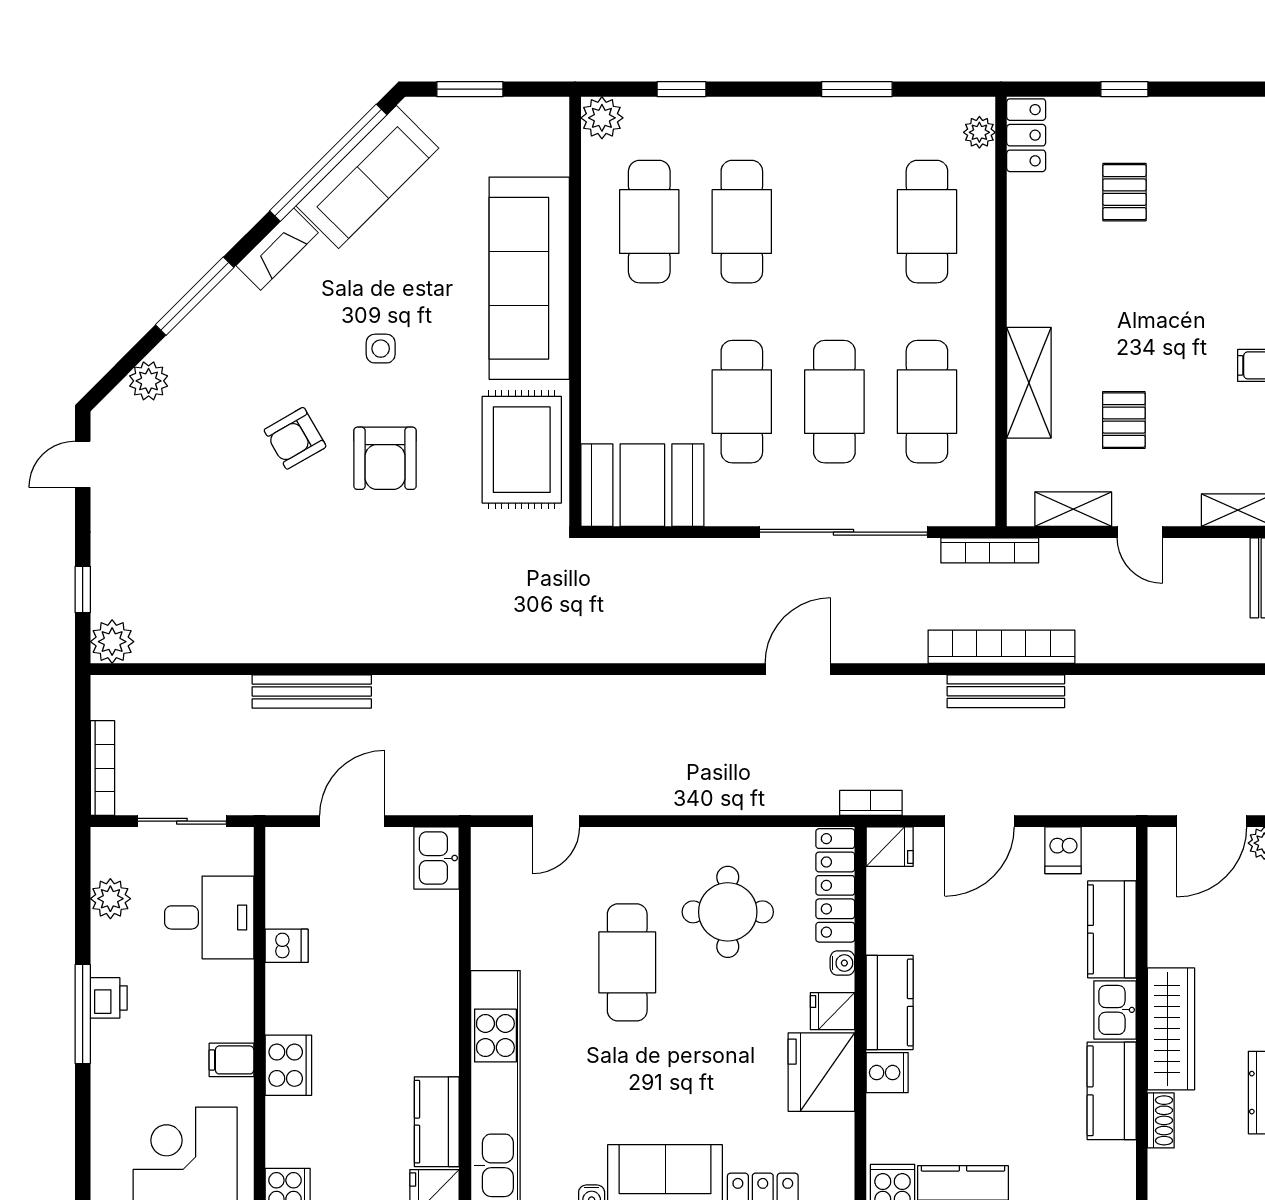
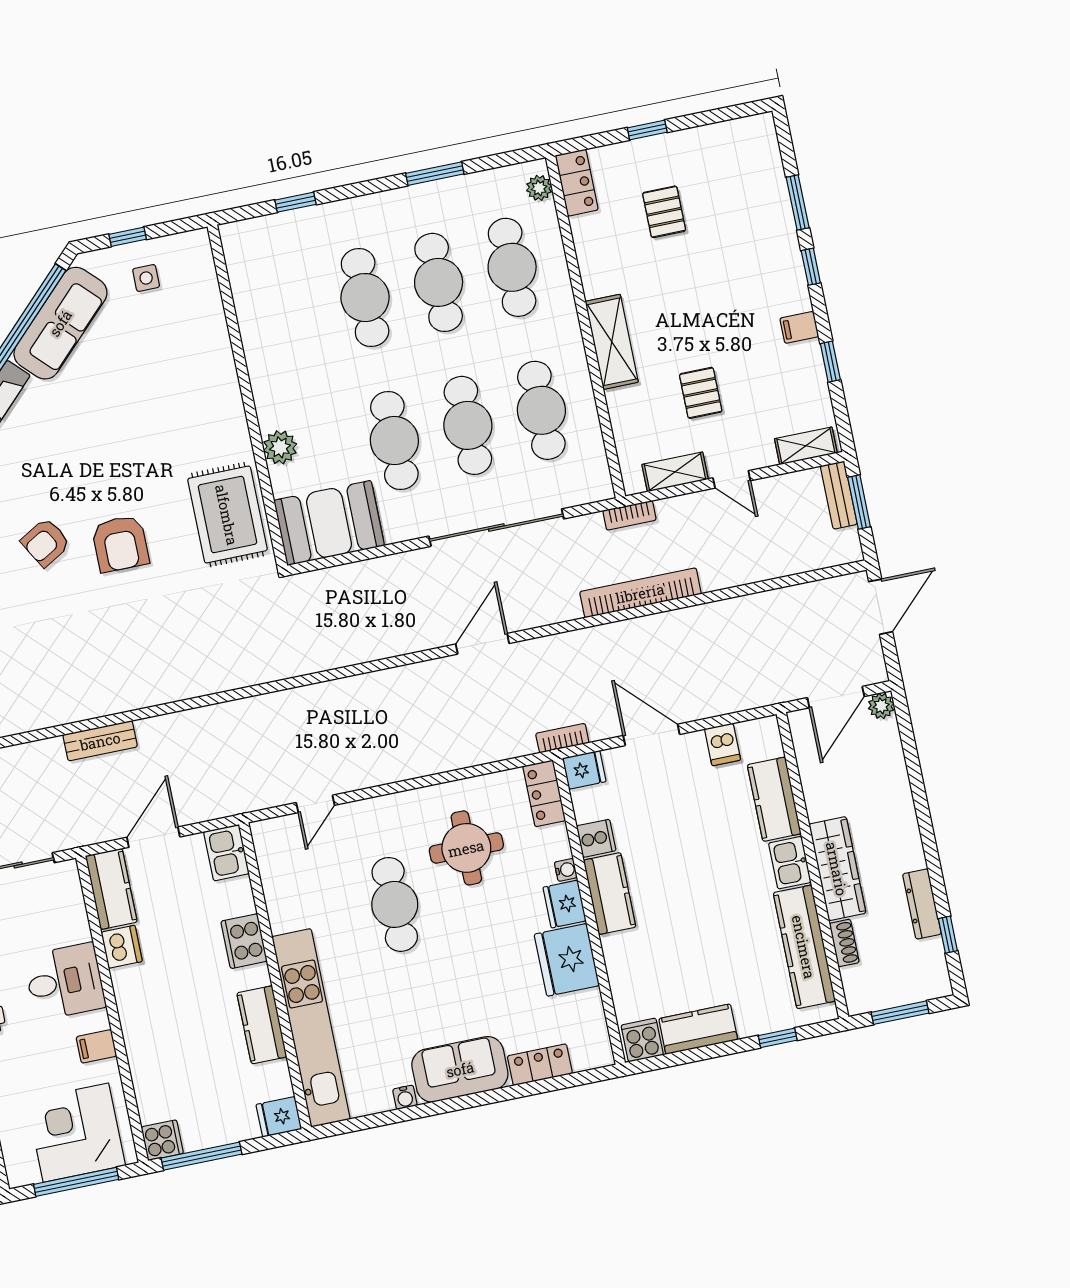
window: (470, 89) -> (128, 237), width x0.67
plant: (602, 118) -> (280, 447), moved
cafe table: (649, 222) -> (439, 282), moved
sofa: (529, 278) -> (205, 377), removed
side table: (381, 349) -> (146, 278), moved
shelving: (1029, 383) -> (612, 342), moved
bookcase: (990, 550) -> (630, 515), width x0.64
bench: (312, 691) -> (100, 741), width x0.73
bench: (1006, 691) -> (651, 627), removed
door: (979, 821) -> (651, 735), swing flipped
kitchen counter: (288, 873) -> (111, 889), added
locker: (835, 885) -> (544, 793), width x0.66
desk: (209, 917) -> (65, 981), moved
dishwasher: (287, 946) -> (122, 947), width x1.38
fridge: (832, 1011) -> (565, 904), width x1.38
cooker: (288, 1065) -> (244, 941), moved, turned 180
cooker: (887, 1073) -> (596, 838), moved
kitchen counter: (1112, 1091) -> (804, 947), width x1.50
kitchen counter: (437, 1122) -> (262, 1025), moved

